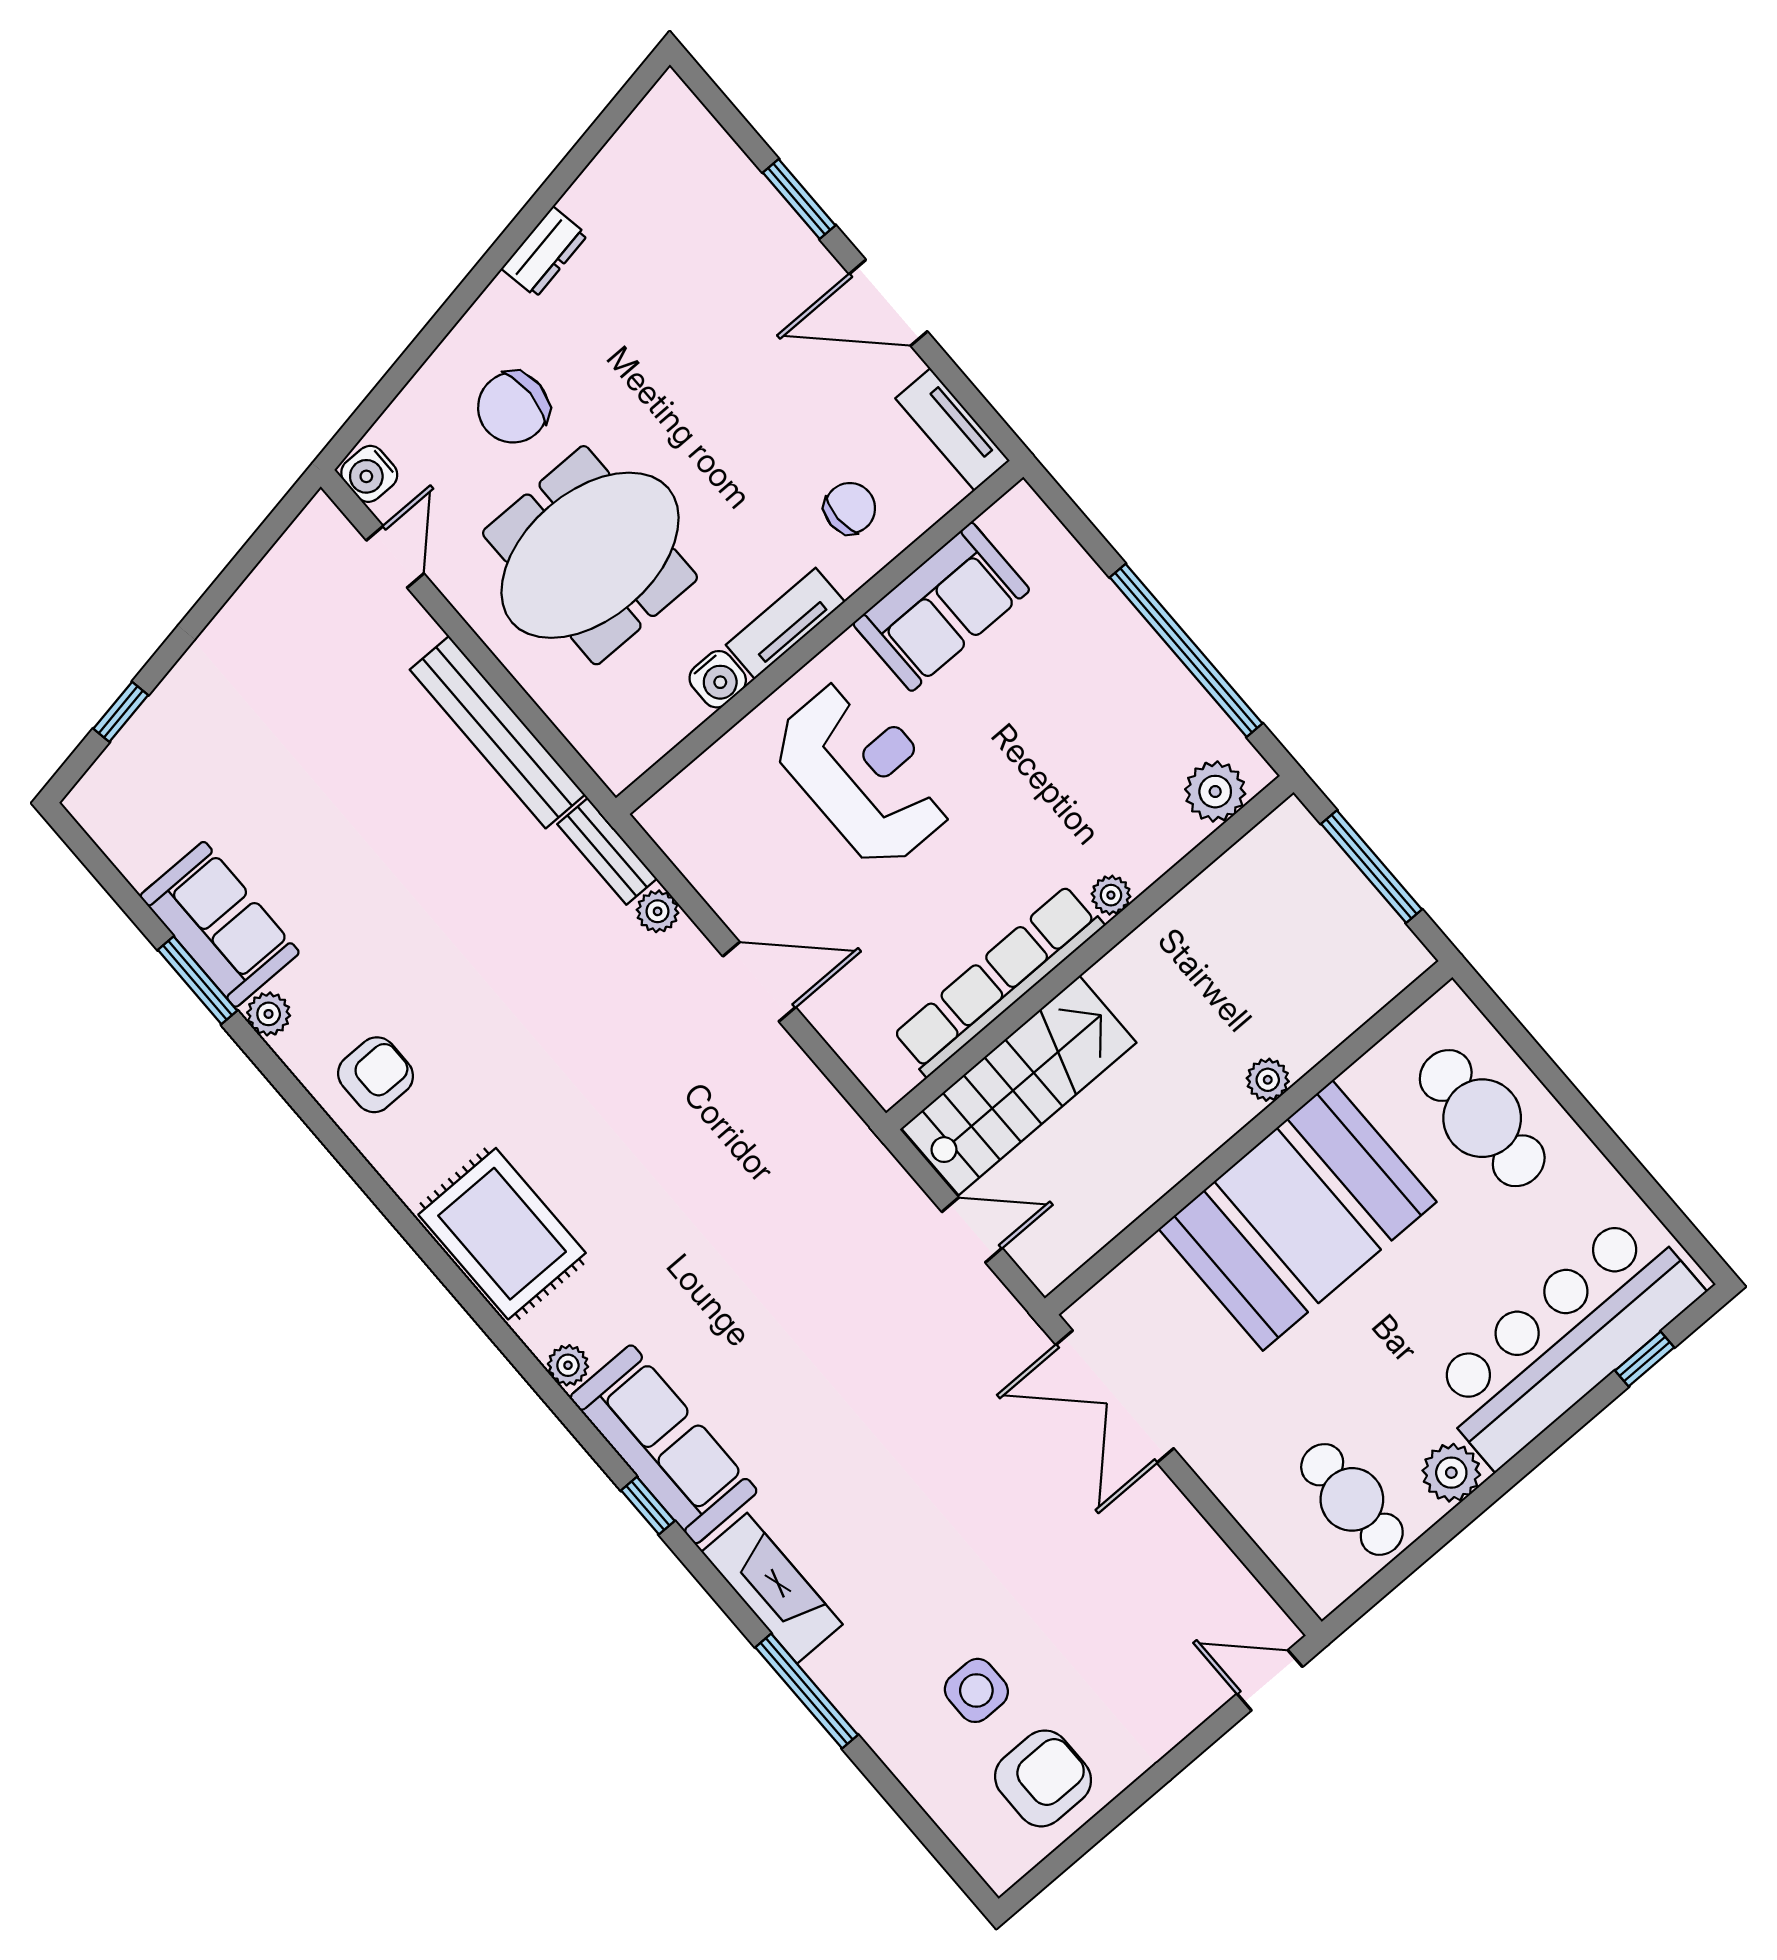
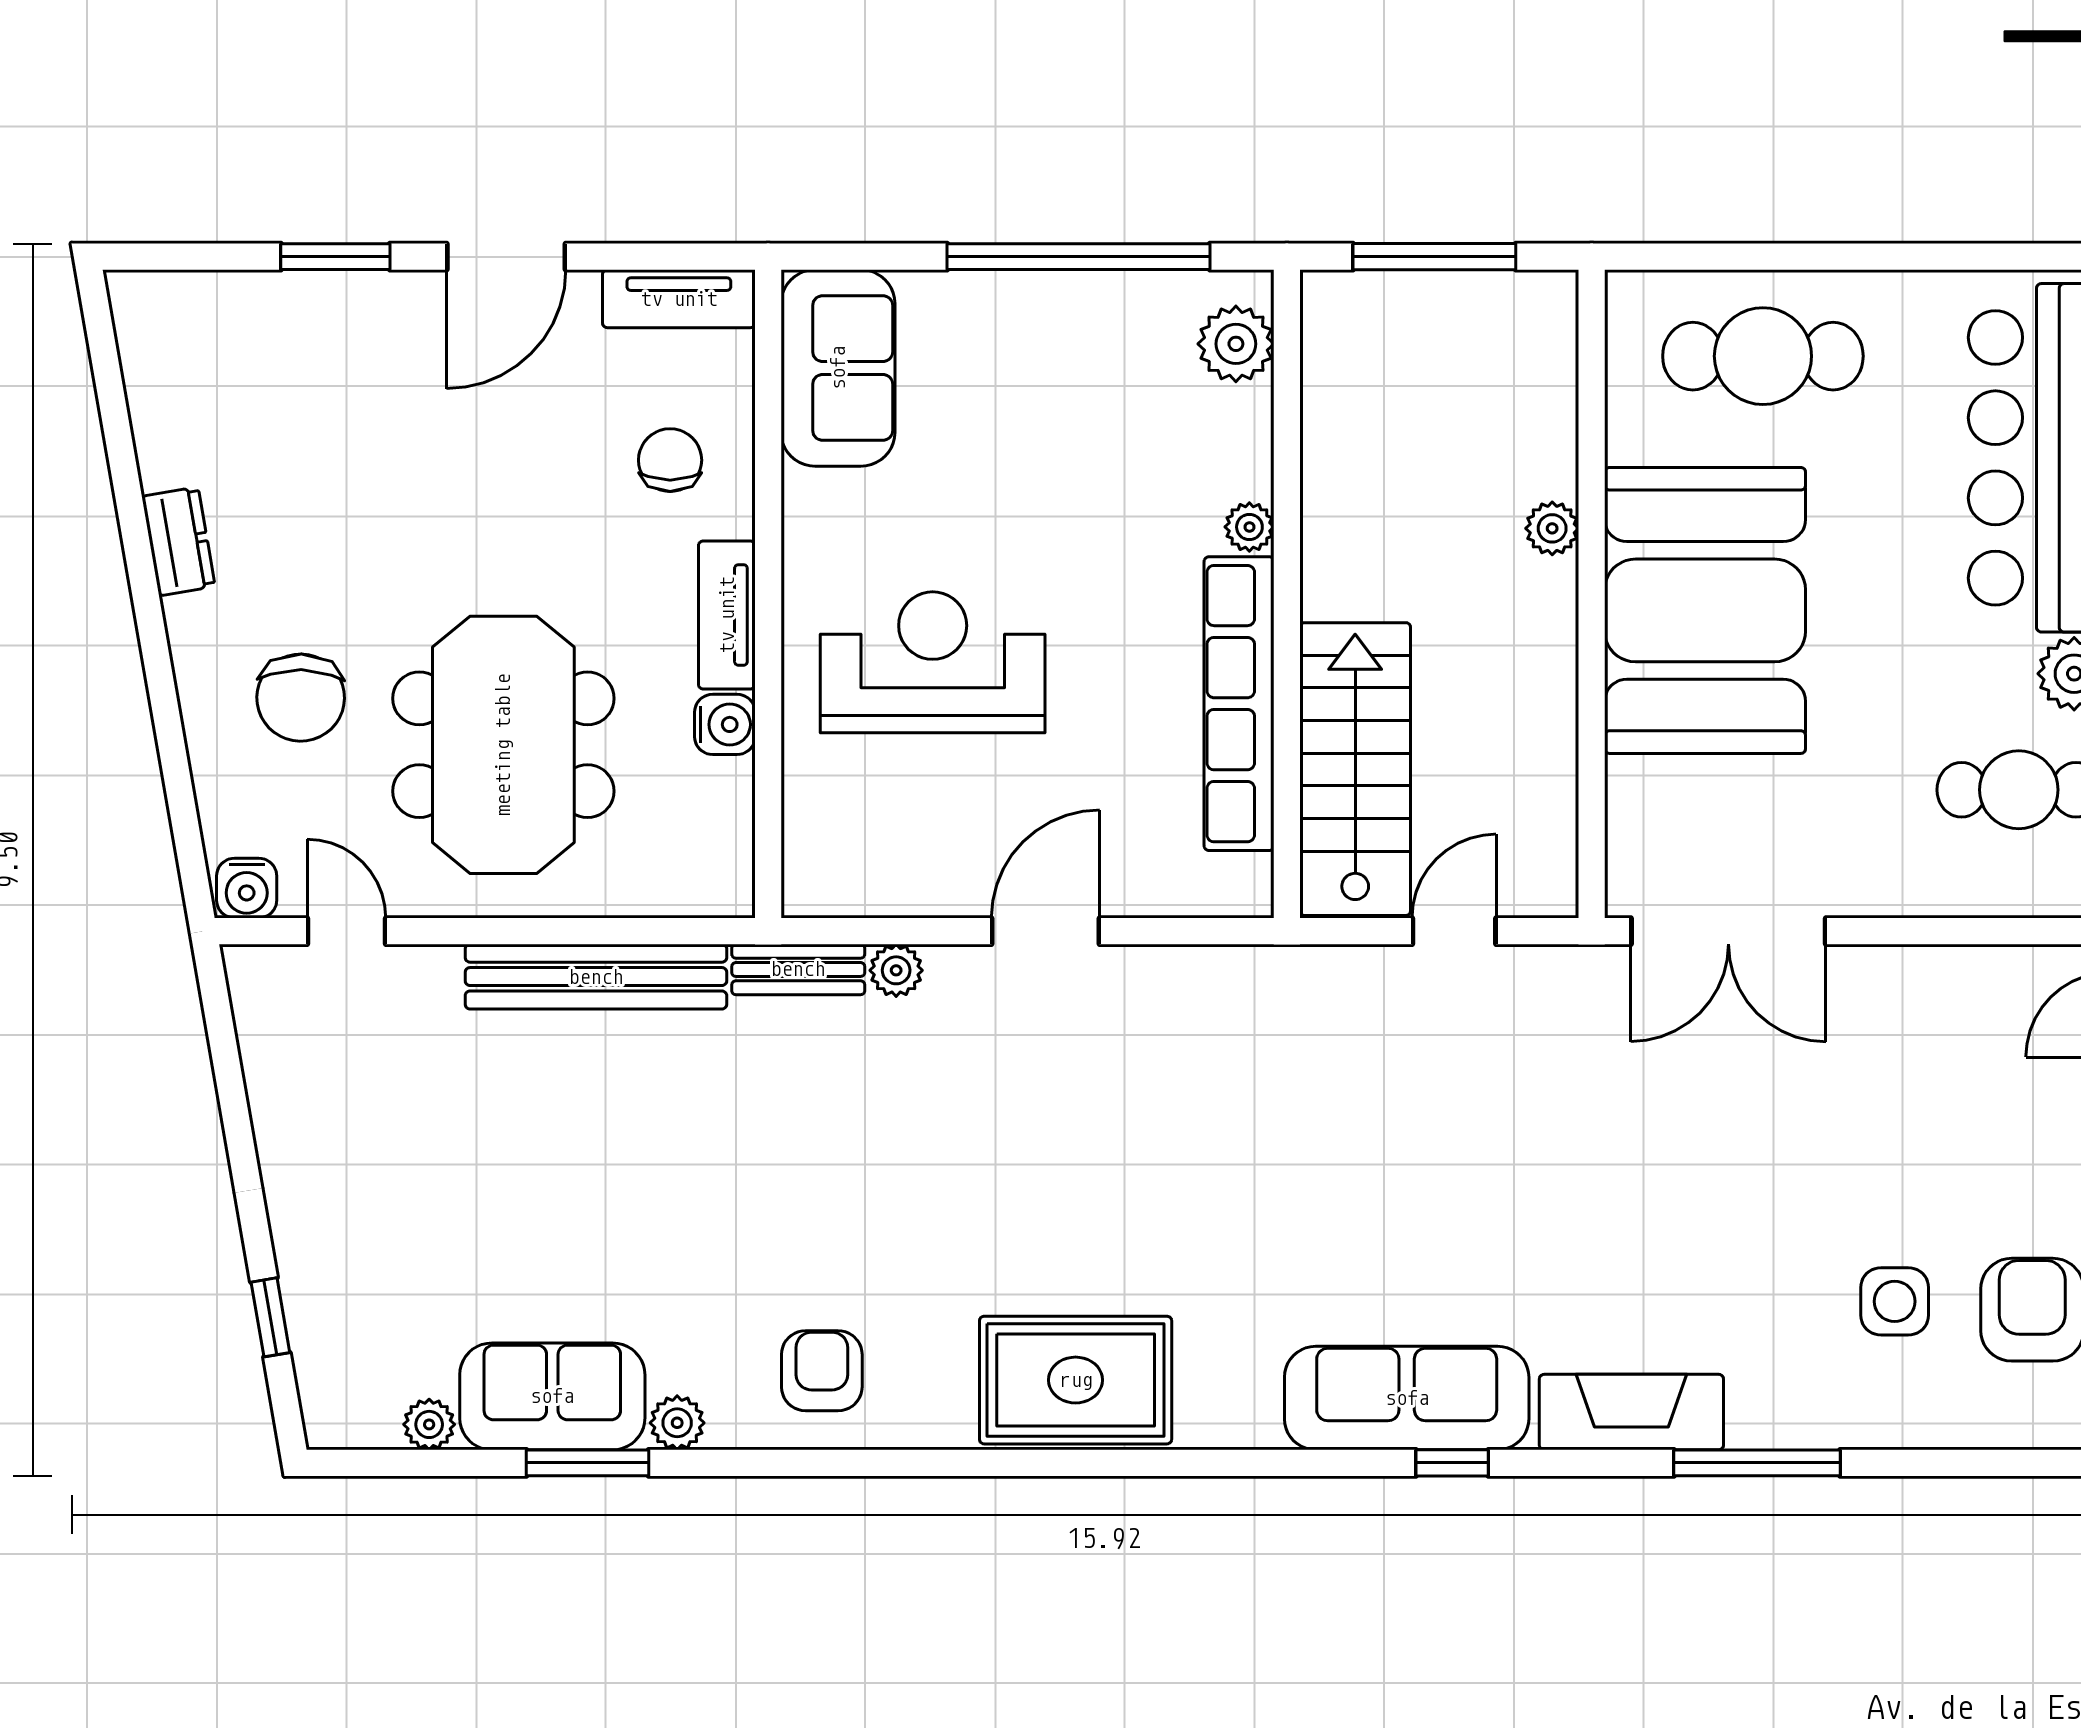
sofa: (941, 607) -> (838, 368), moved
plant: (568, 1365) -> (429, 1424), moved

